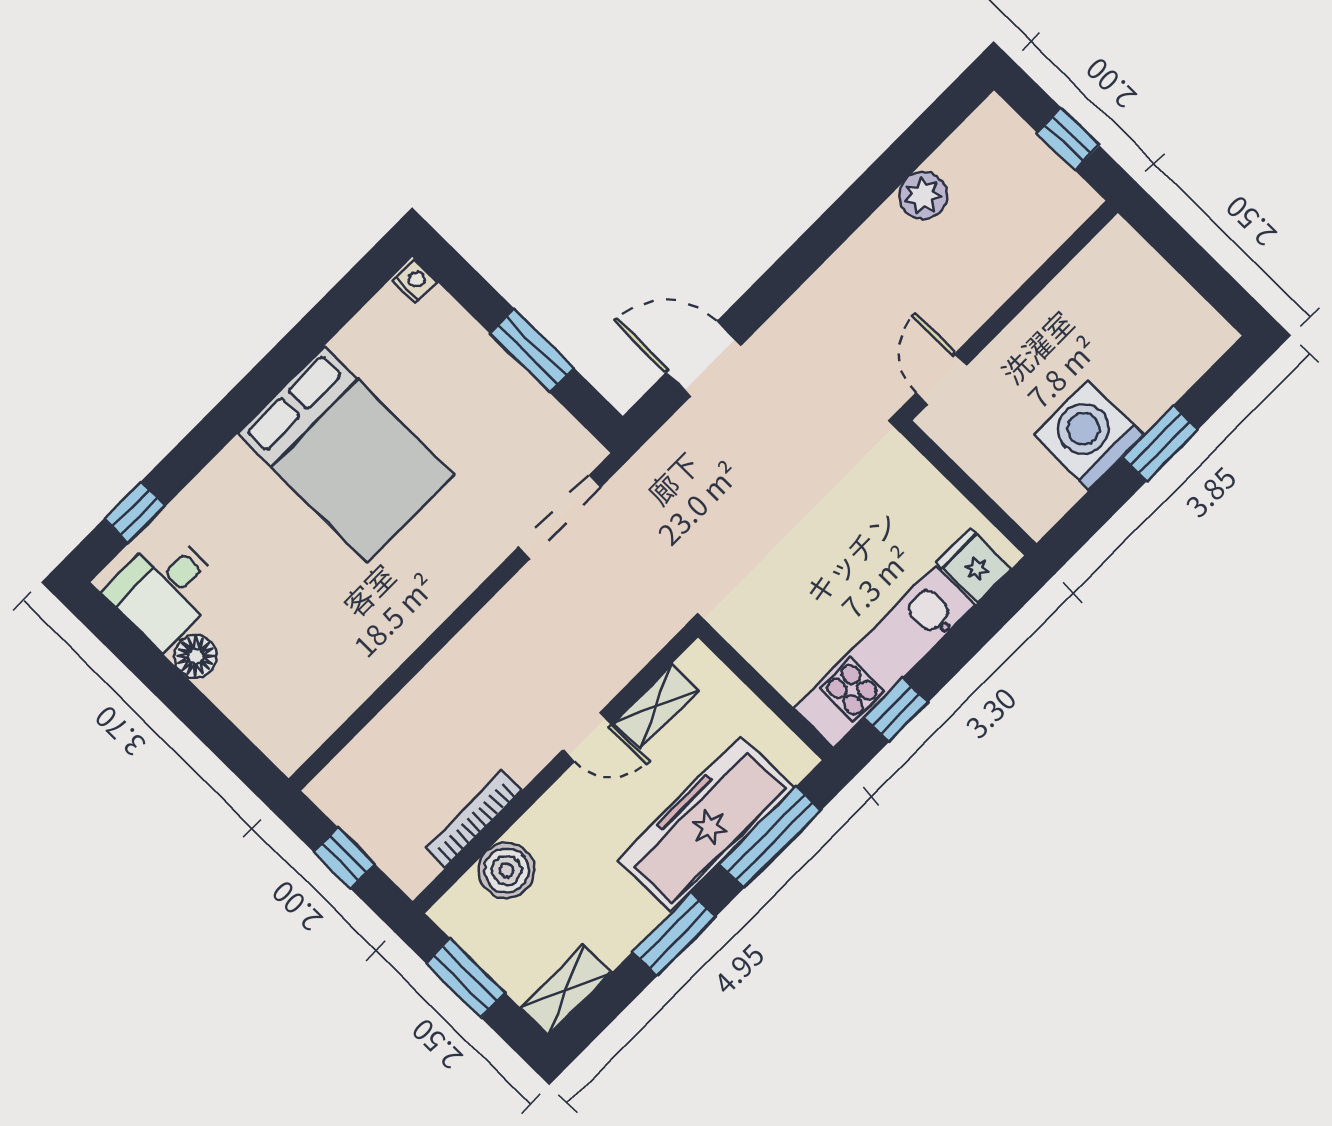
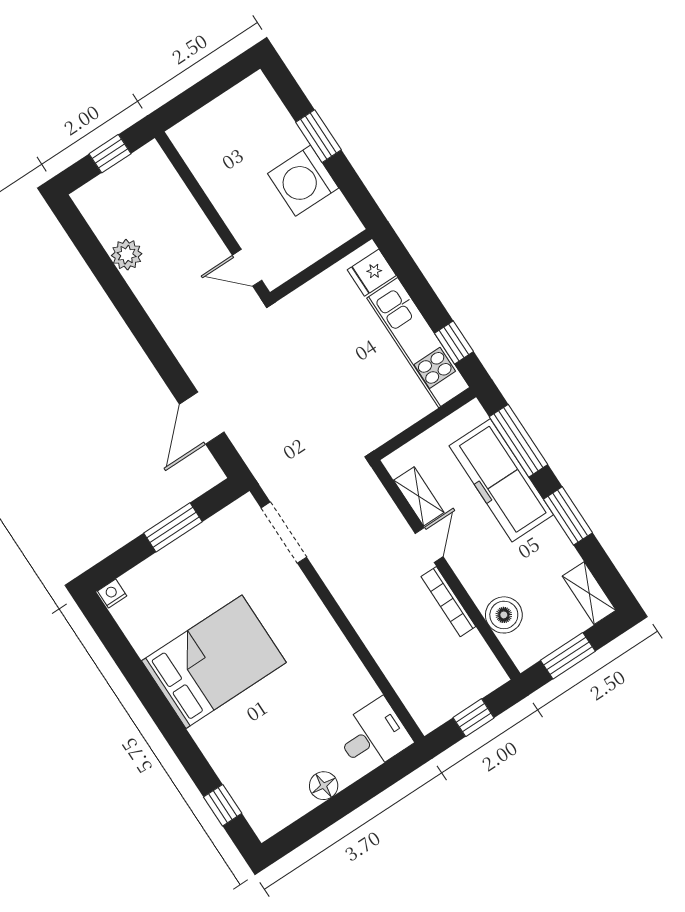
desk: (165, 590) -> (373, 736), moved, turned -90
bookcase: (474, 819) -> (448, 602), moved

